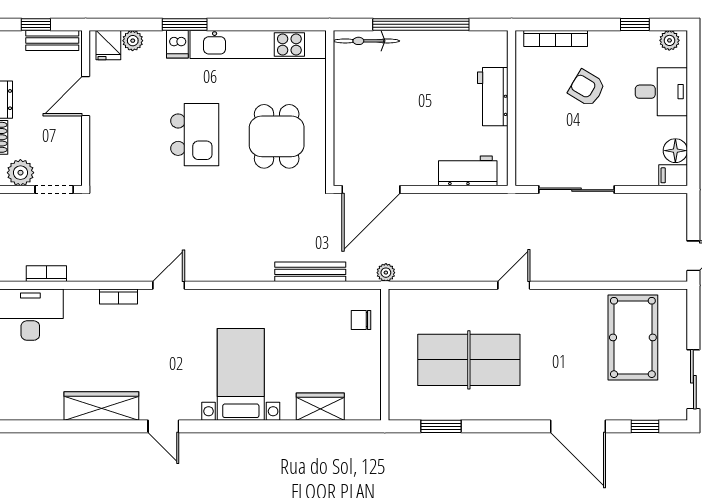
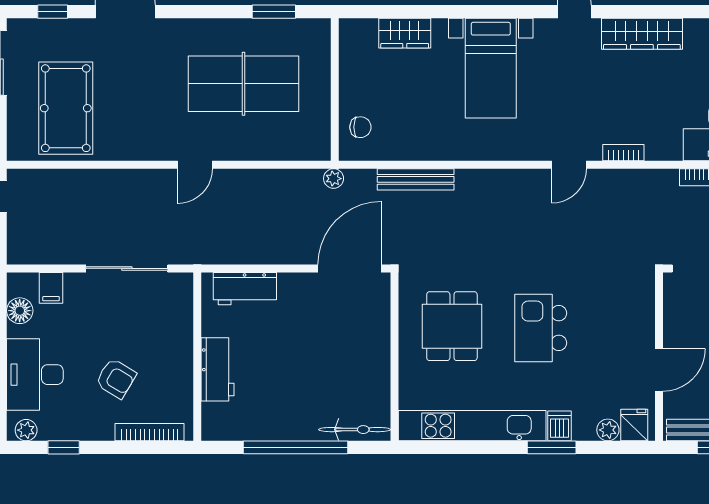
desk: (661, 92) -> (35, 375), width x1.37
filing cabinet: (673, 175) -> (51, 288), moved, turned 90

